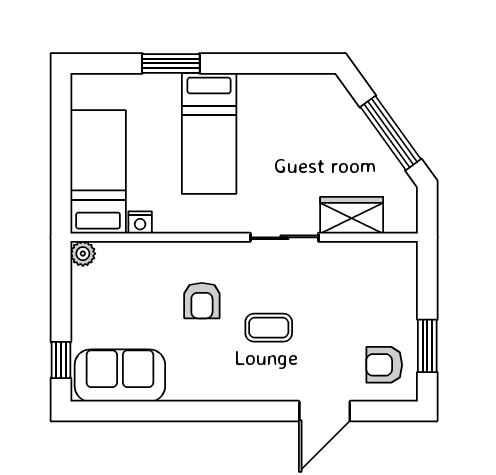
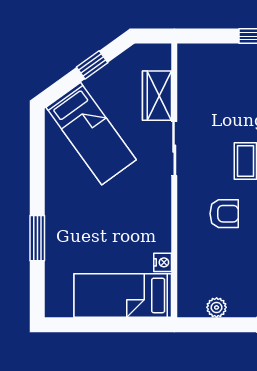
bed: (209, 133) -> (91, 134), moved, turned 54
window: (391, 133) -> (92, 65), width x0.46
plant: (83, 254) -> (217, 307), moved

